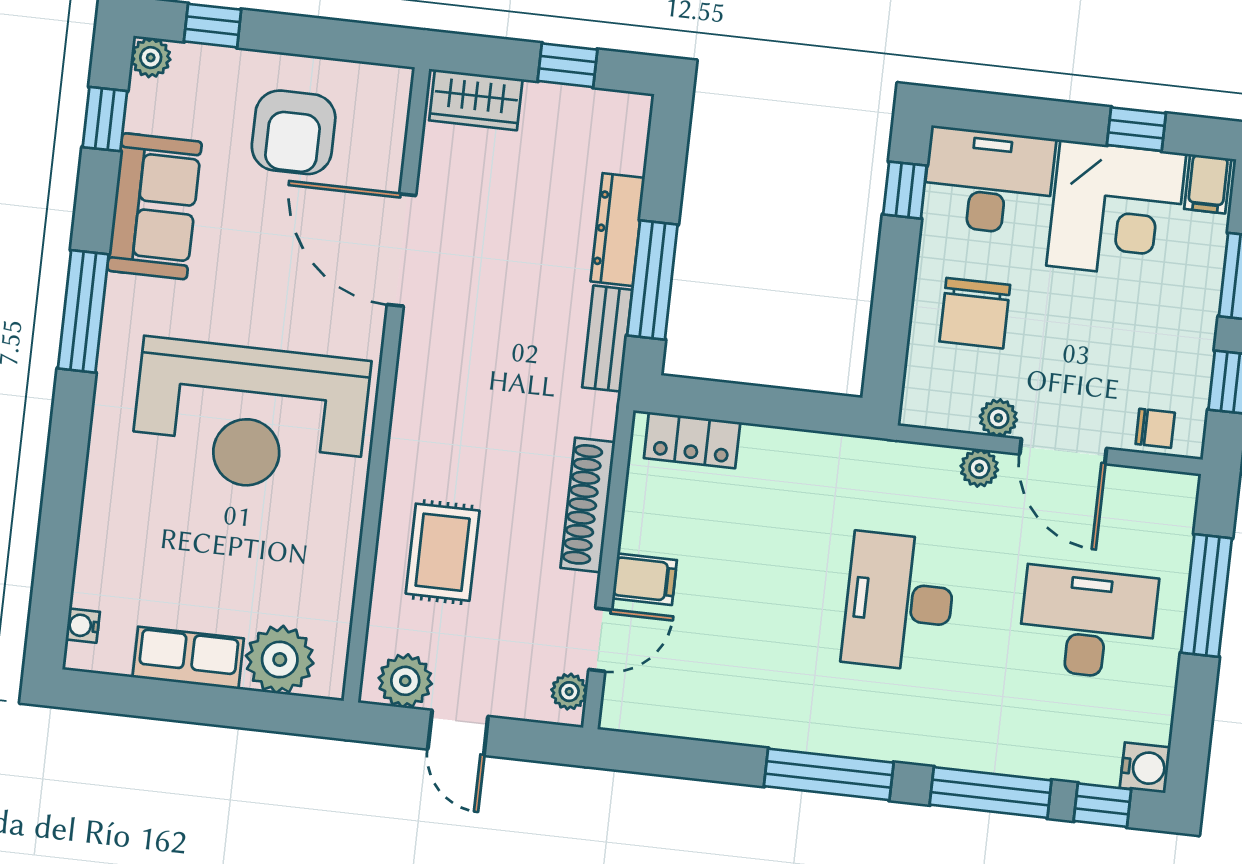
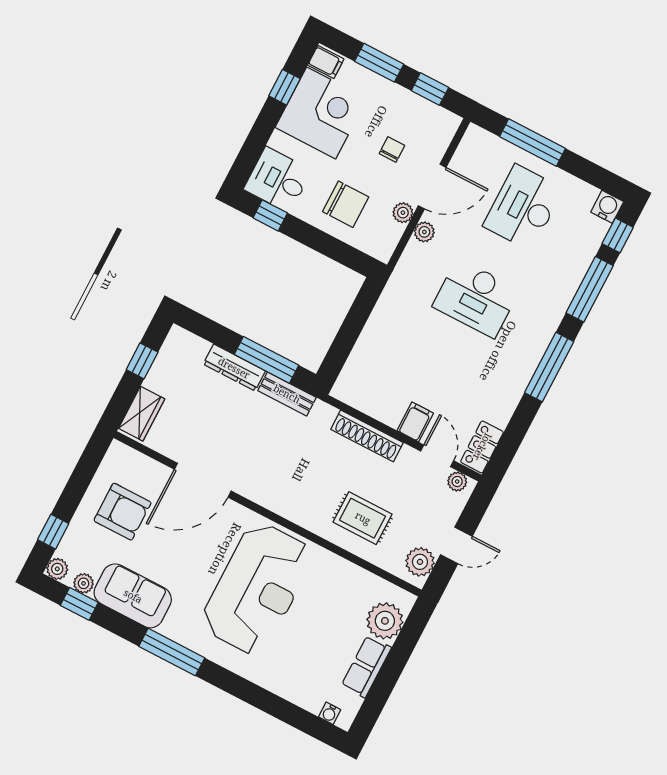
plant: (143, 113) -> (84, 583), added
desk: (989, 181) -> (278, 180), width x0.73
chair: (1155, 428) -> (392, 149), moved
locker: (692, 440) -> (482, 447), moved, turned 180

